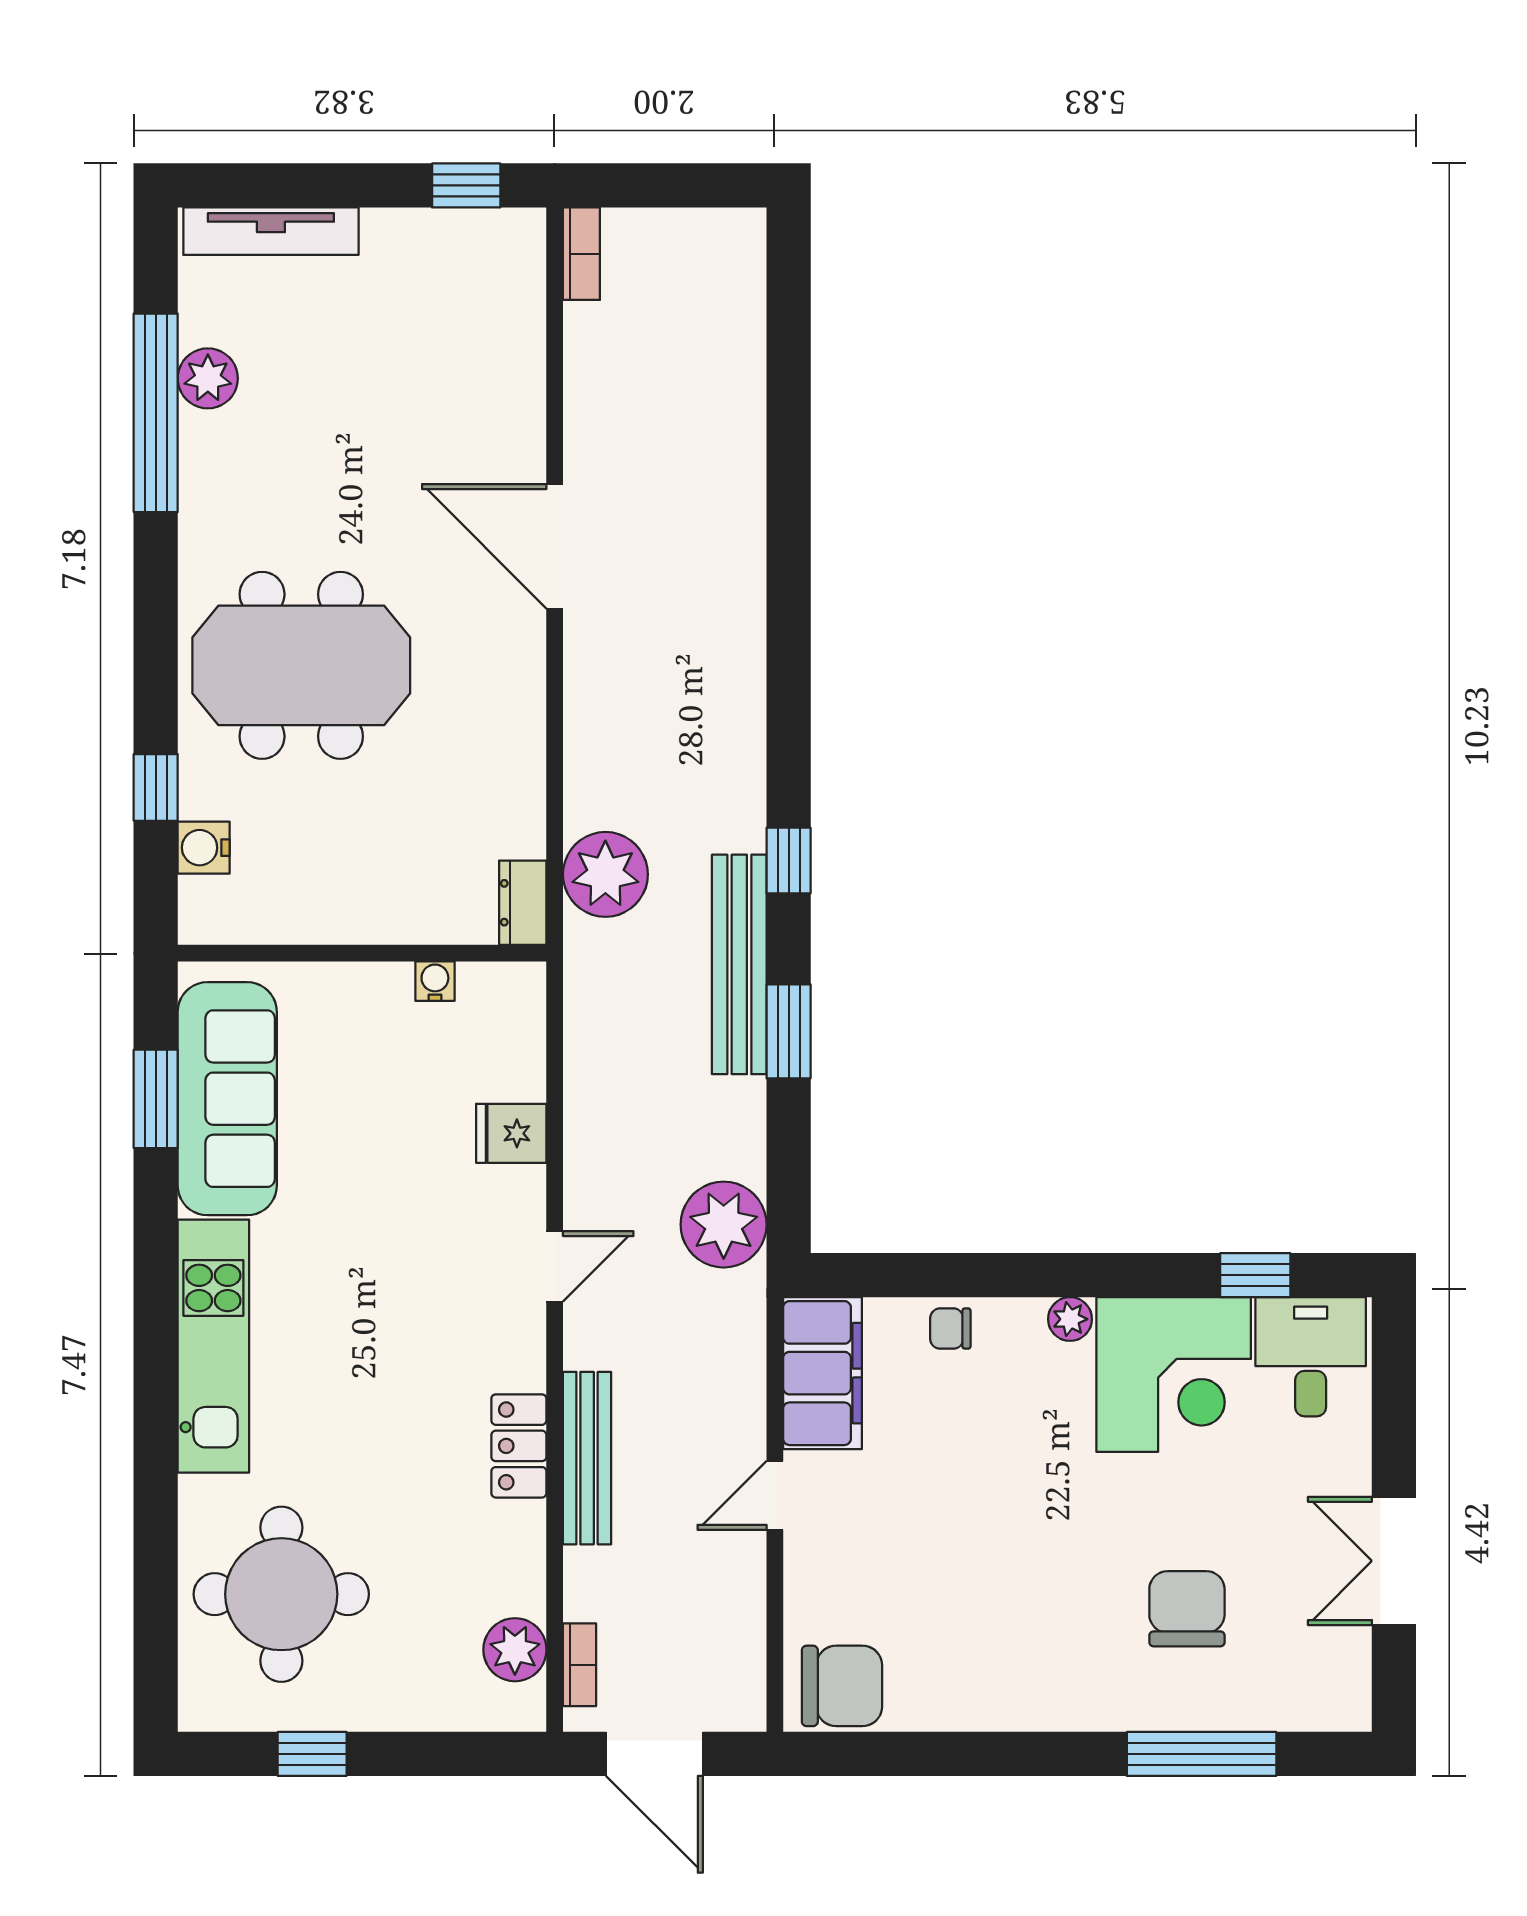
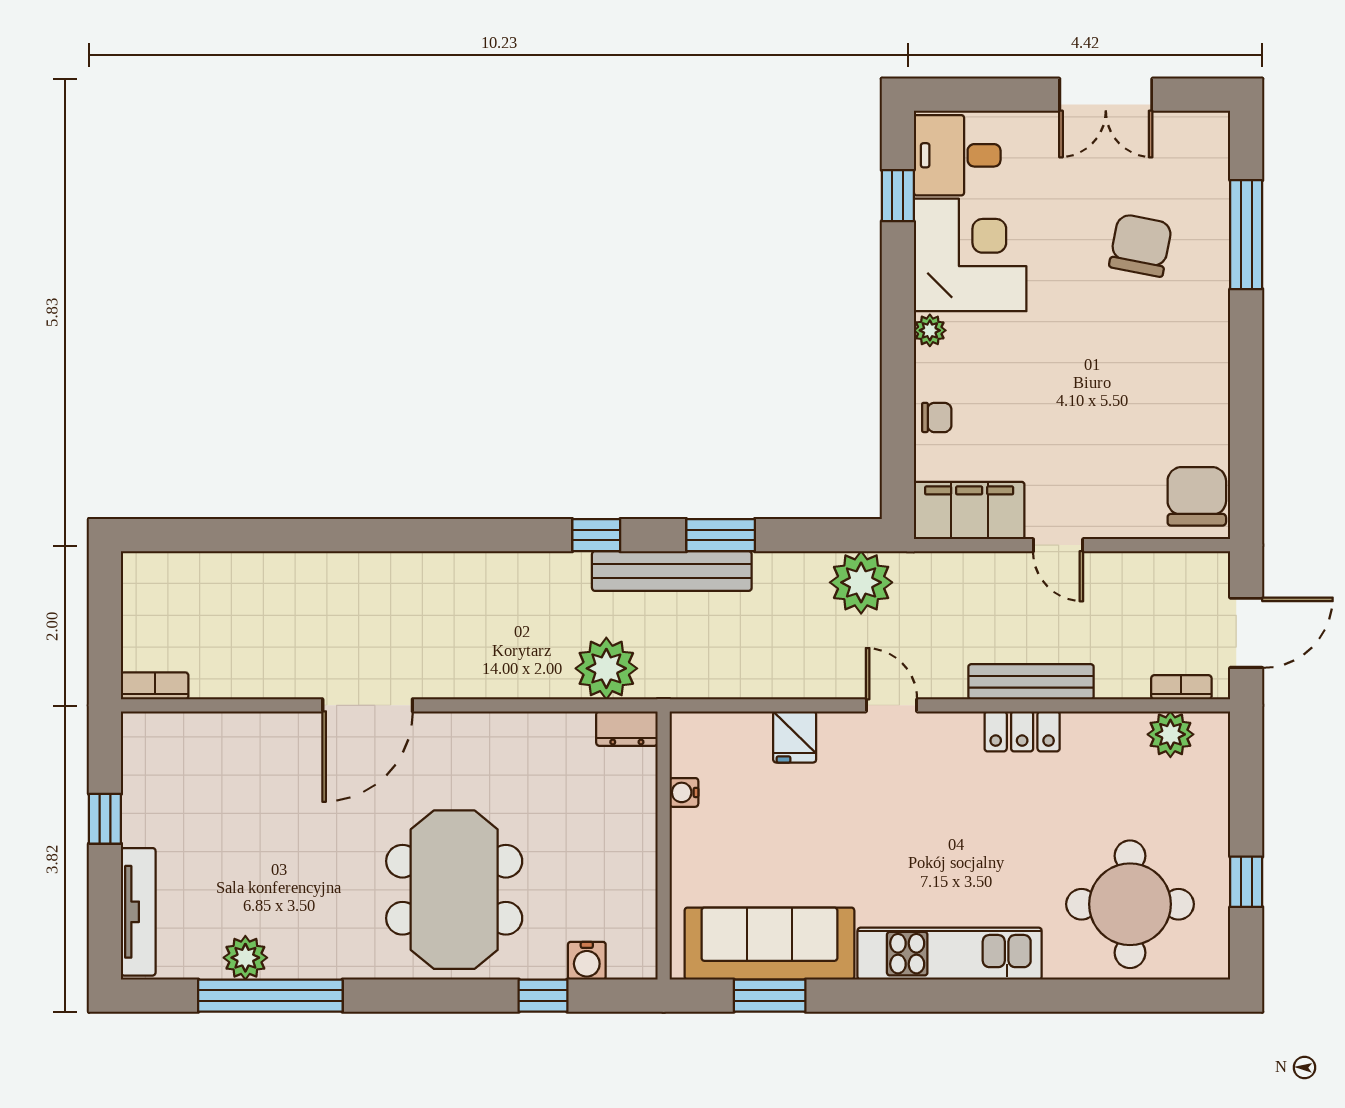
window: (466, 185) -> (105, 819), moved
chair: (950, 1329) -> (937, 417), turned -90
chair: (1187, 1609) -> (1141, 245), turned 101

